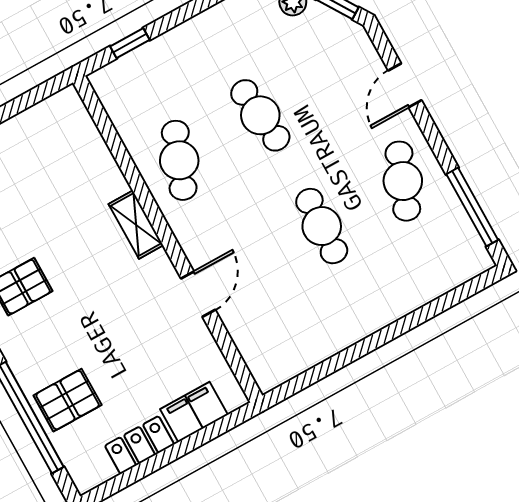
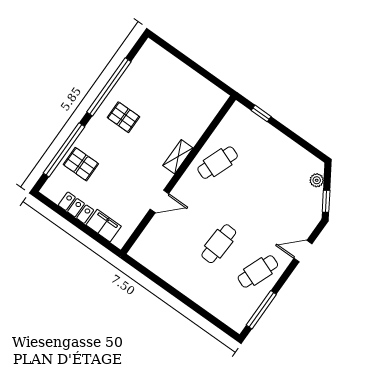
cafe table: (260, 115) -> (257, 190), removed

